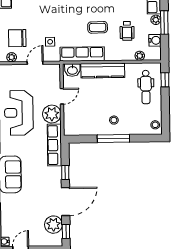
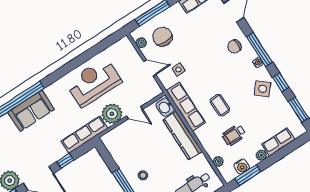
window: (164, 22) -> (248, 175), moved

